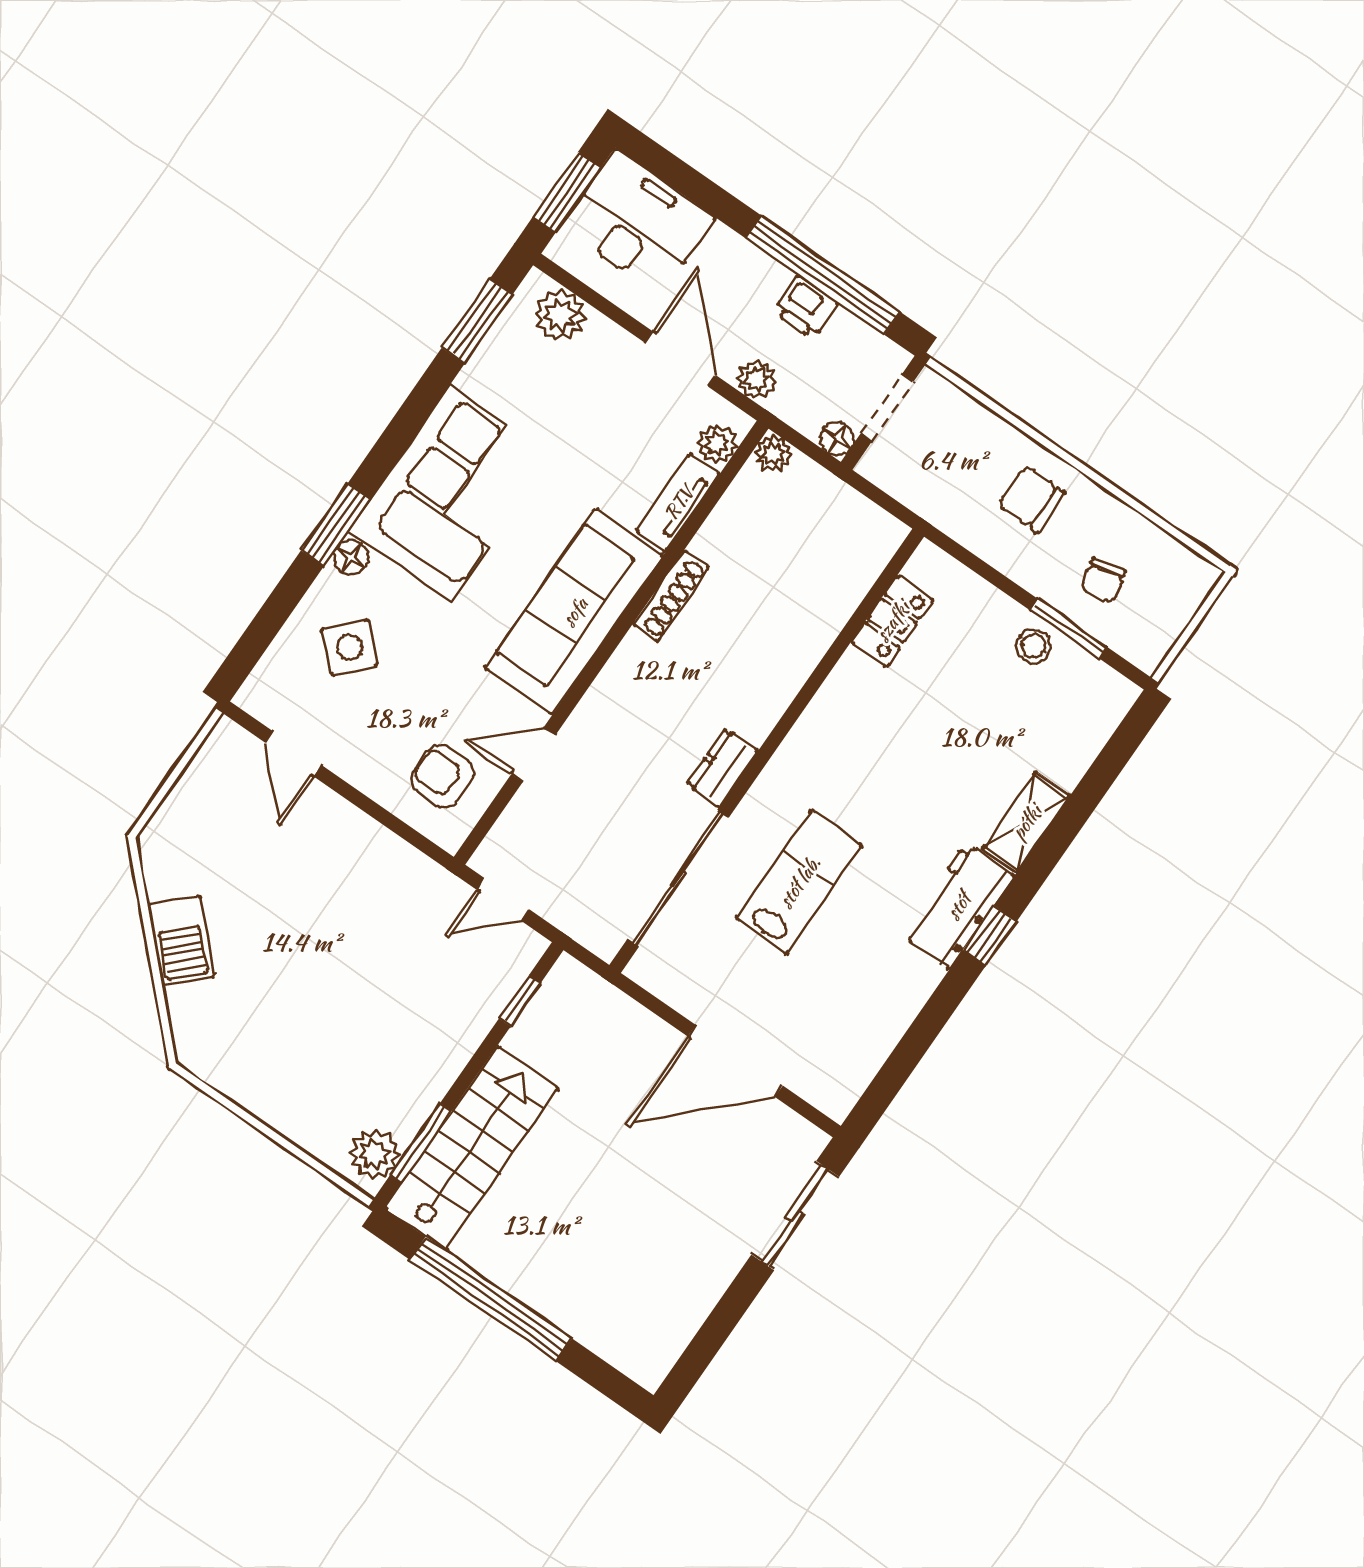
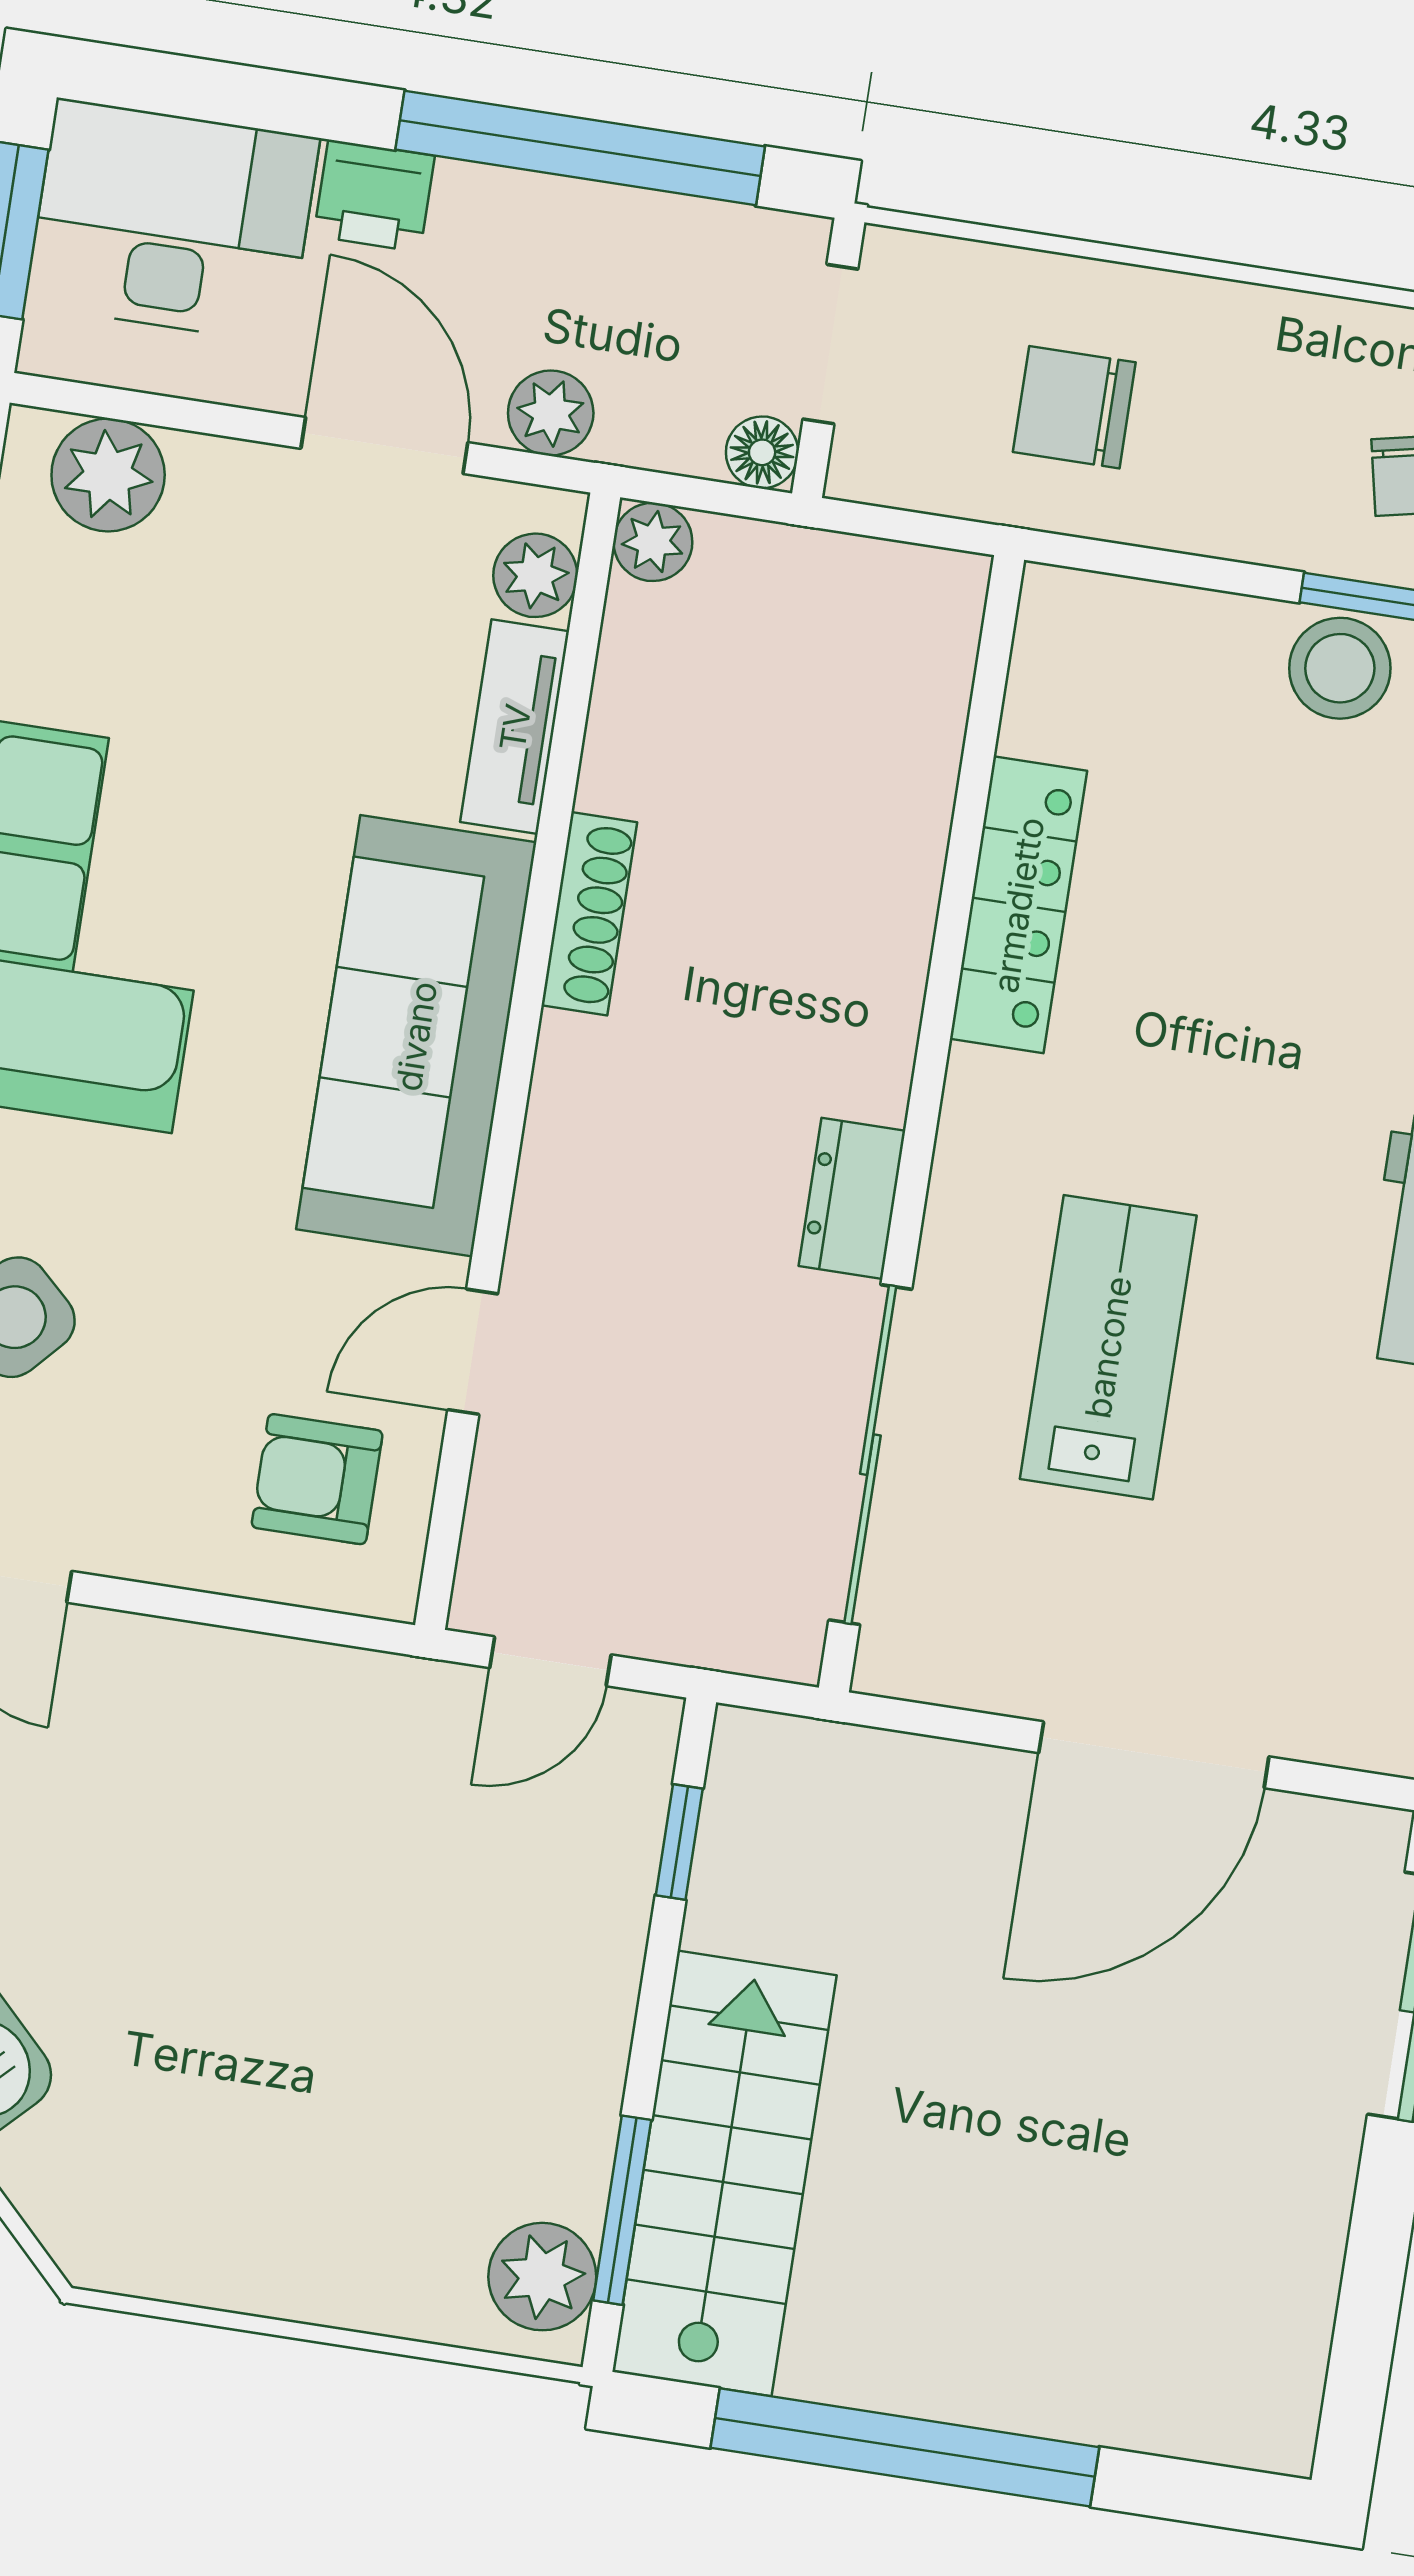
printer: (805, 307) -> (374, 196), moved
chair: (1031, 499) -> (1074, 407), moved
locker: (892, 621) -> (1018, 905), moved, width x1.53
stool: (1034, 646) -> (1340, 668), width x1.37, depth x1.37

